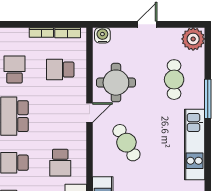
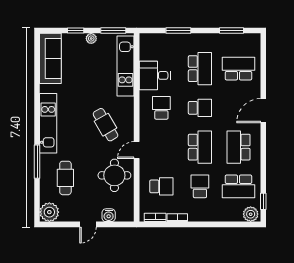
water cooler: (102, 35) -> (109, 215), moved
school desk: (14, 70) -> (200, 186), turned 180

